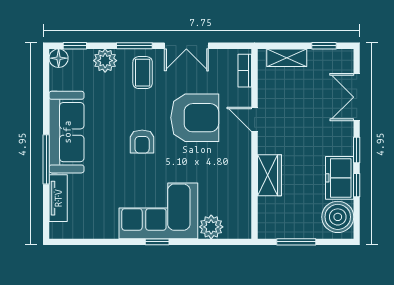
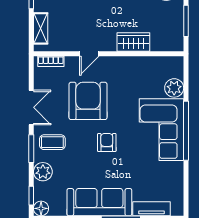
armchair: (142, 142) -> (107, 143), turned -90
window: (157, 242) -> (186, 131), width x3.17

